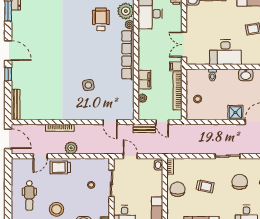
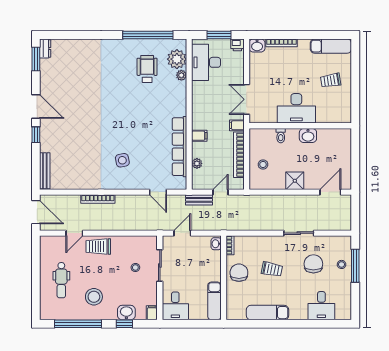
row of seats: (128, 55) -> (179, 147), moved
washbasin: (246, 75) -> (308, 136), moved
filing cabinet: (144, 80) -> (199, 136), width x0.50
side table: (88, 85) -> (122, 160), moved
shower: (235, 113) -> (295, 181), moved
door: (162, 122) -> (221, 192), swing flipped
plant: (71, 148) -> (111, 223), removed
door: (130, 156) -> (182, 233), hinge flipped

